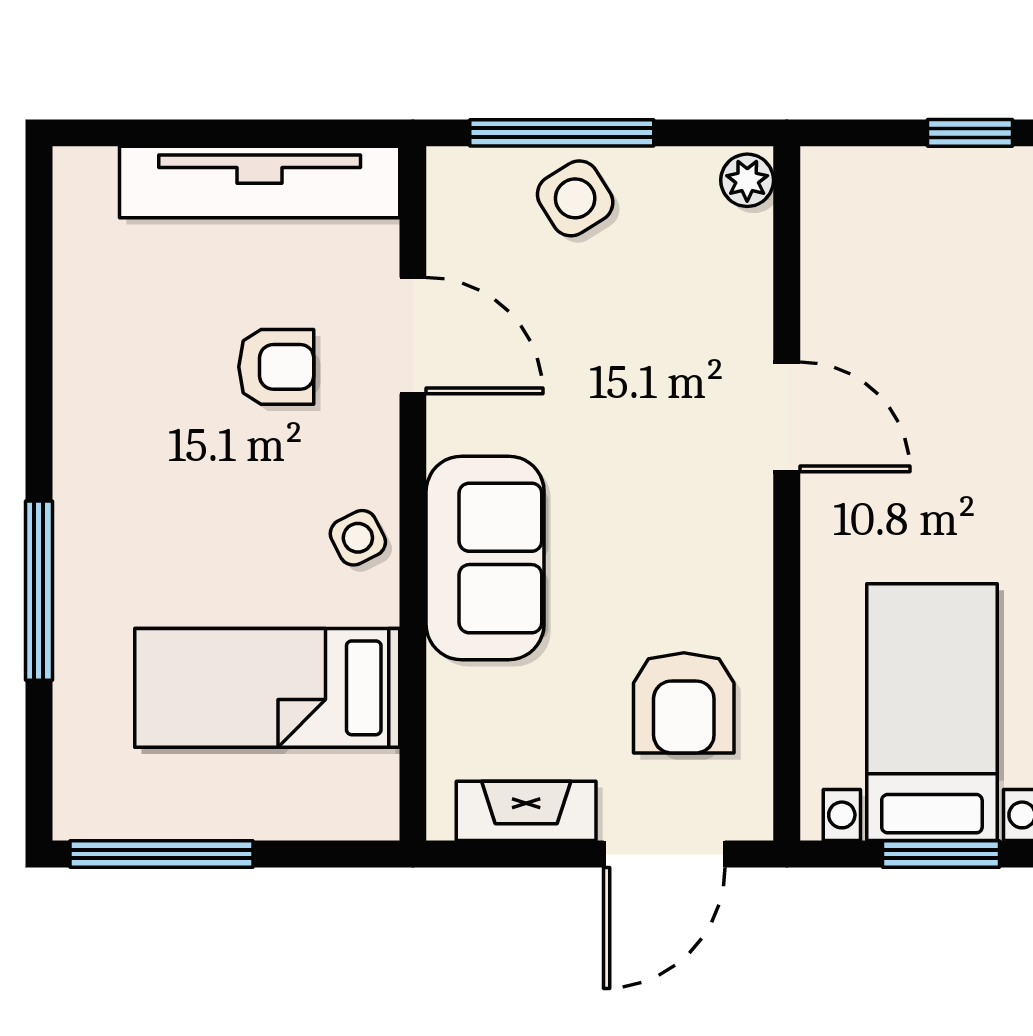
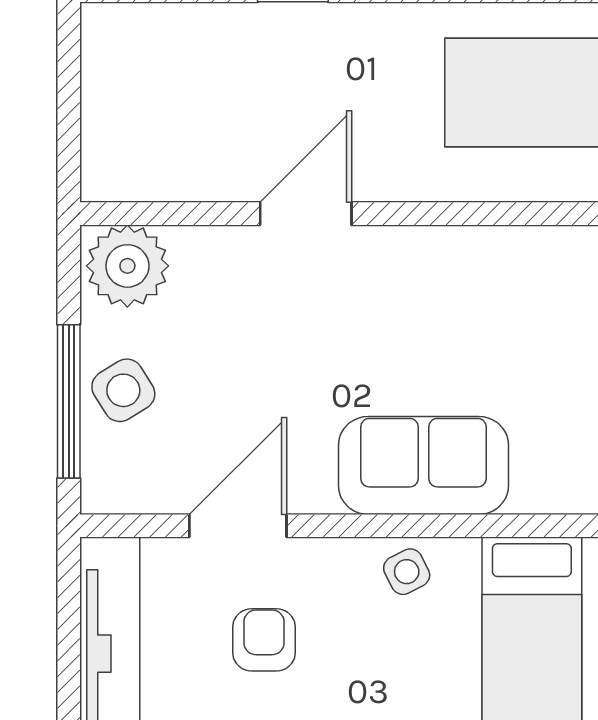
window: (970, 133) -> (69, 61), removed
plant: (747, 180) -> (127, 266), width x1.88, depth x1.88
armchair: (684, 703) -> (544, 300), removed

